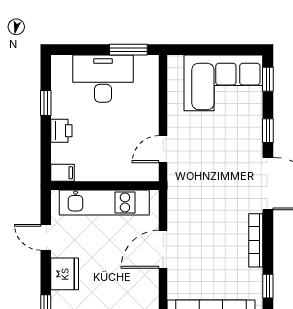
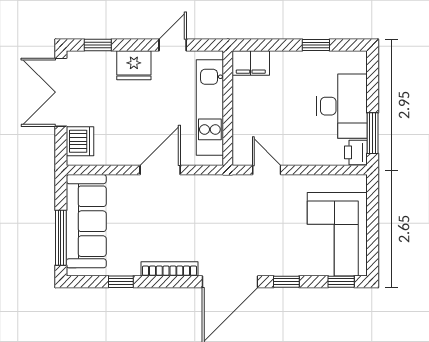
printer: (61, 131) -> (356, 152), moved, turned 90
filing cabinet: (63, 173) -> (251, 63), width x2.00
door: (163, 249) -> (160, 170), hinge flipped

